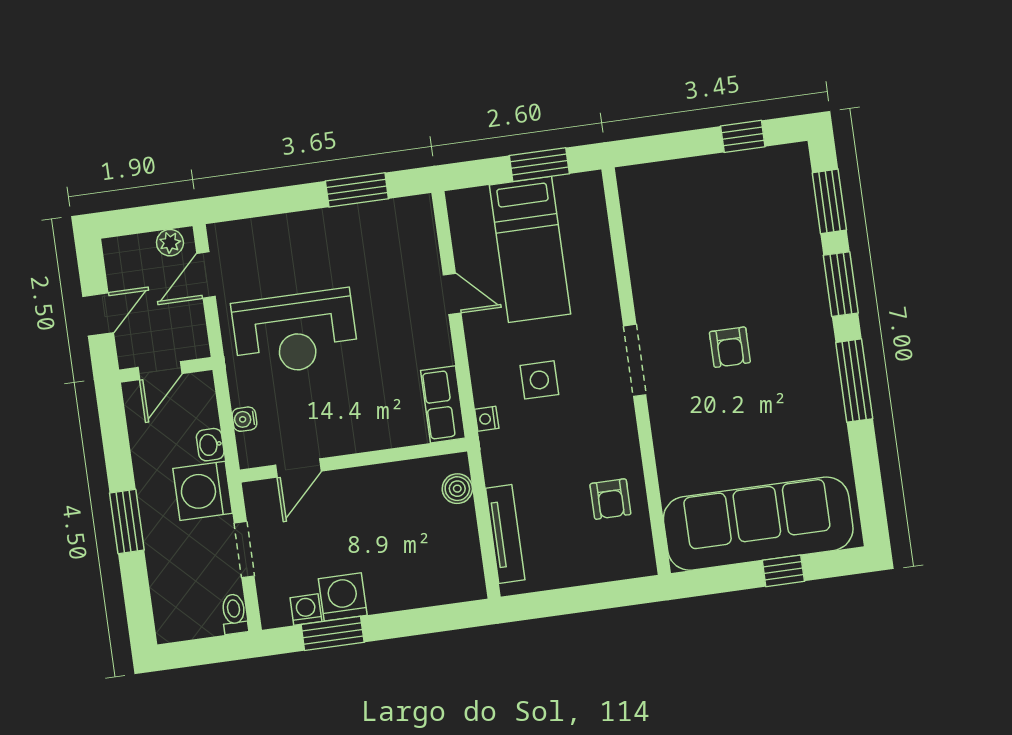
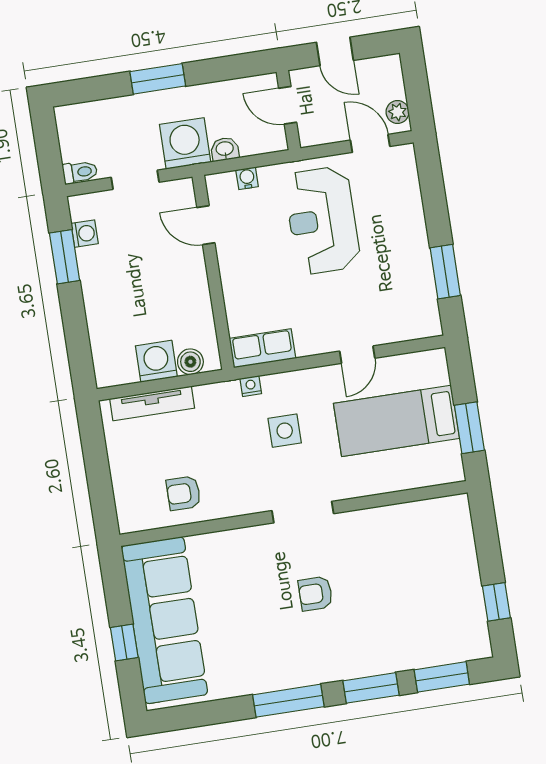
washing machine: (343, 597) -> (156, 361), moved, turned -90

